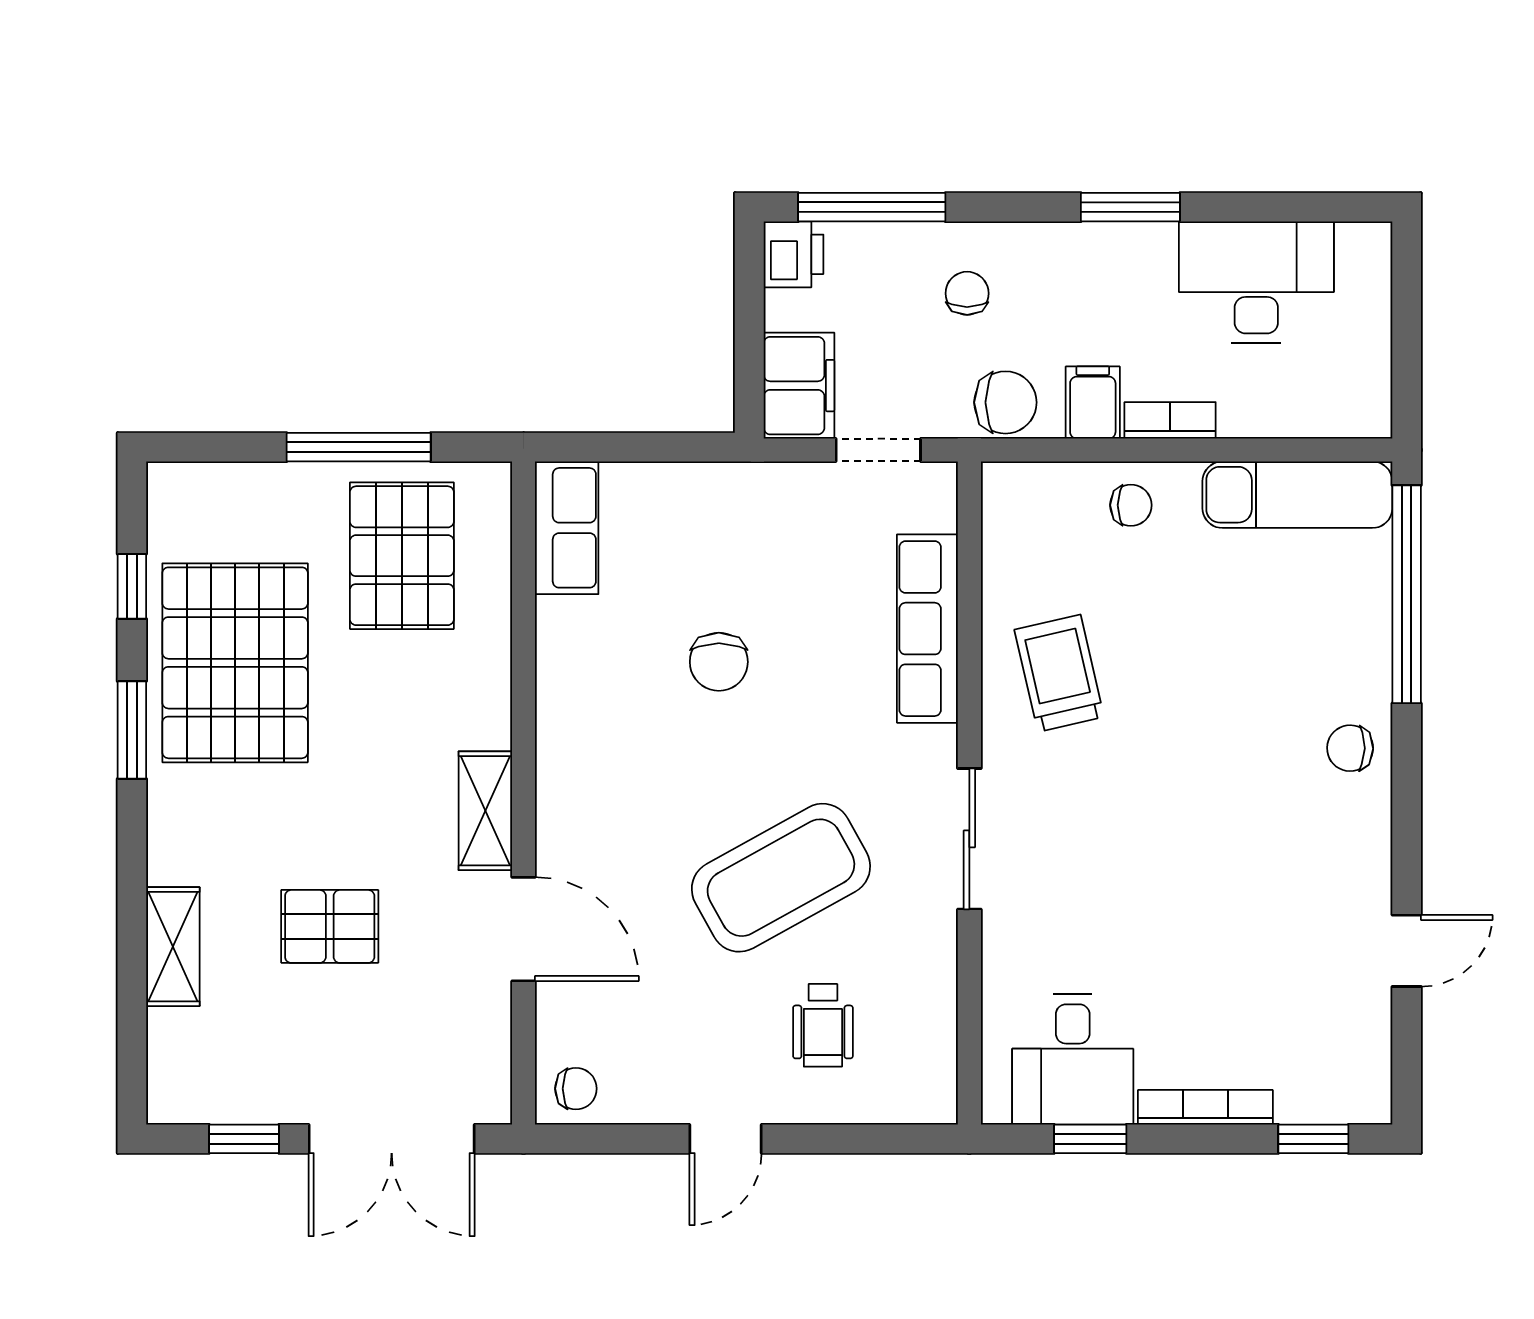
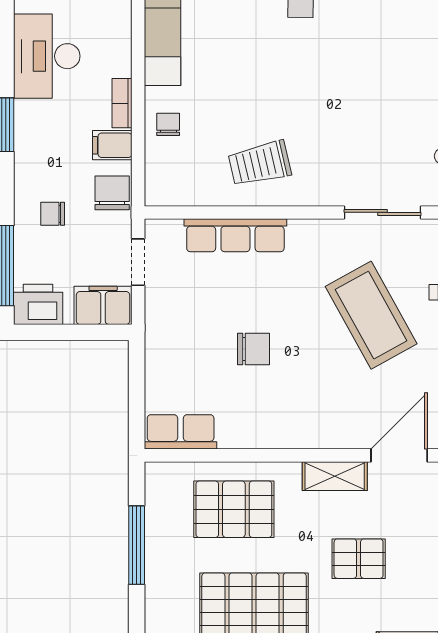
printer: (794, 254) -> (38, 304), width x1.36, depth x1.24
pallet: (402, 556) -> (234, 509), moved
sliding door: (969, 839) -> (382, 212), moved
pallet: (330, 926) -> (359, 559), moved, turned 90

